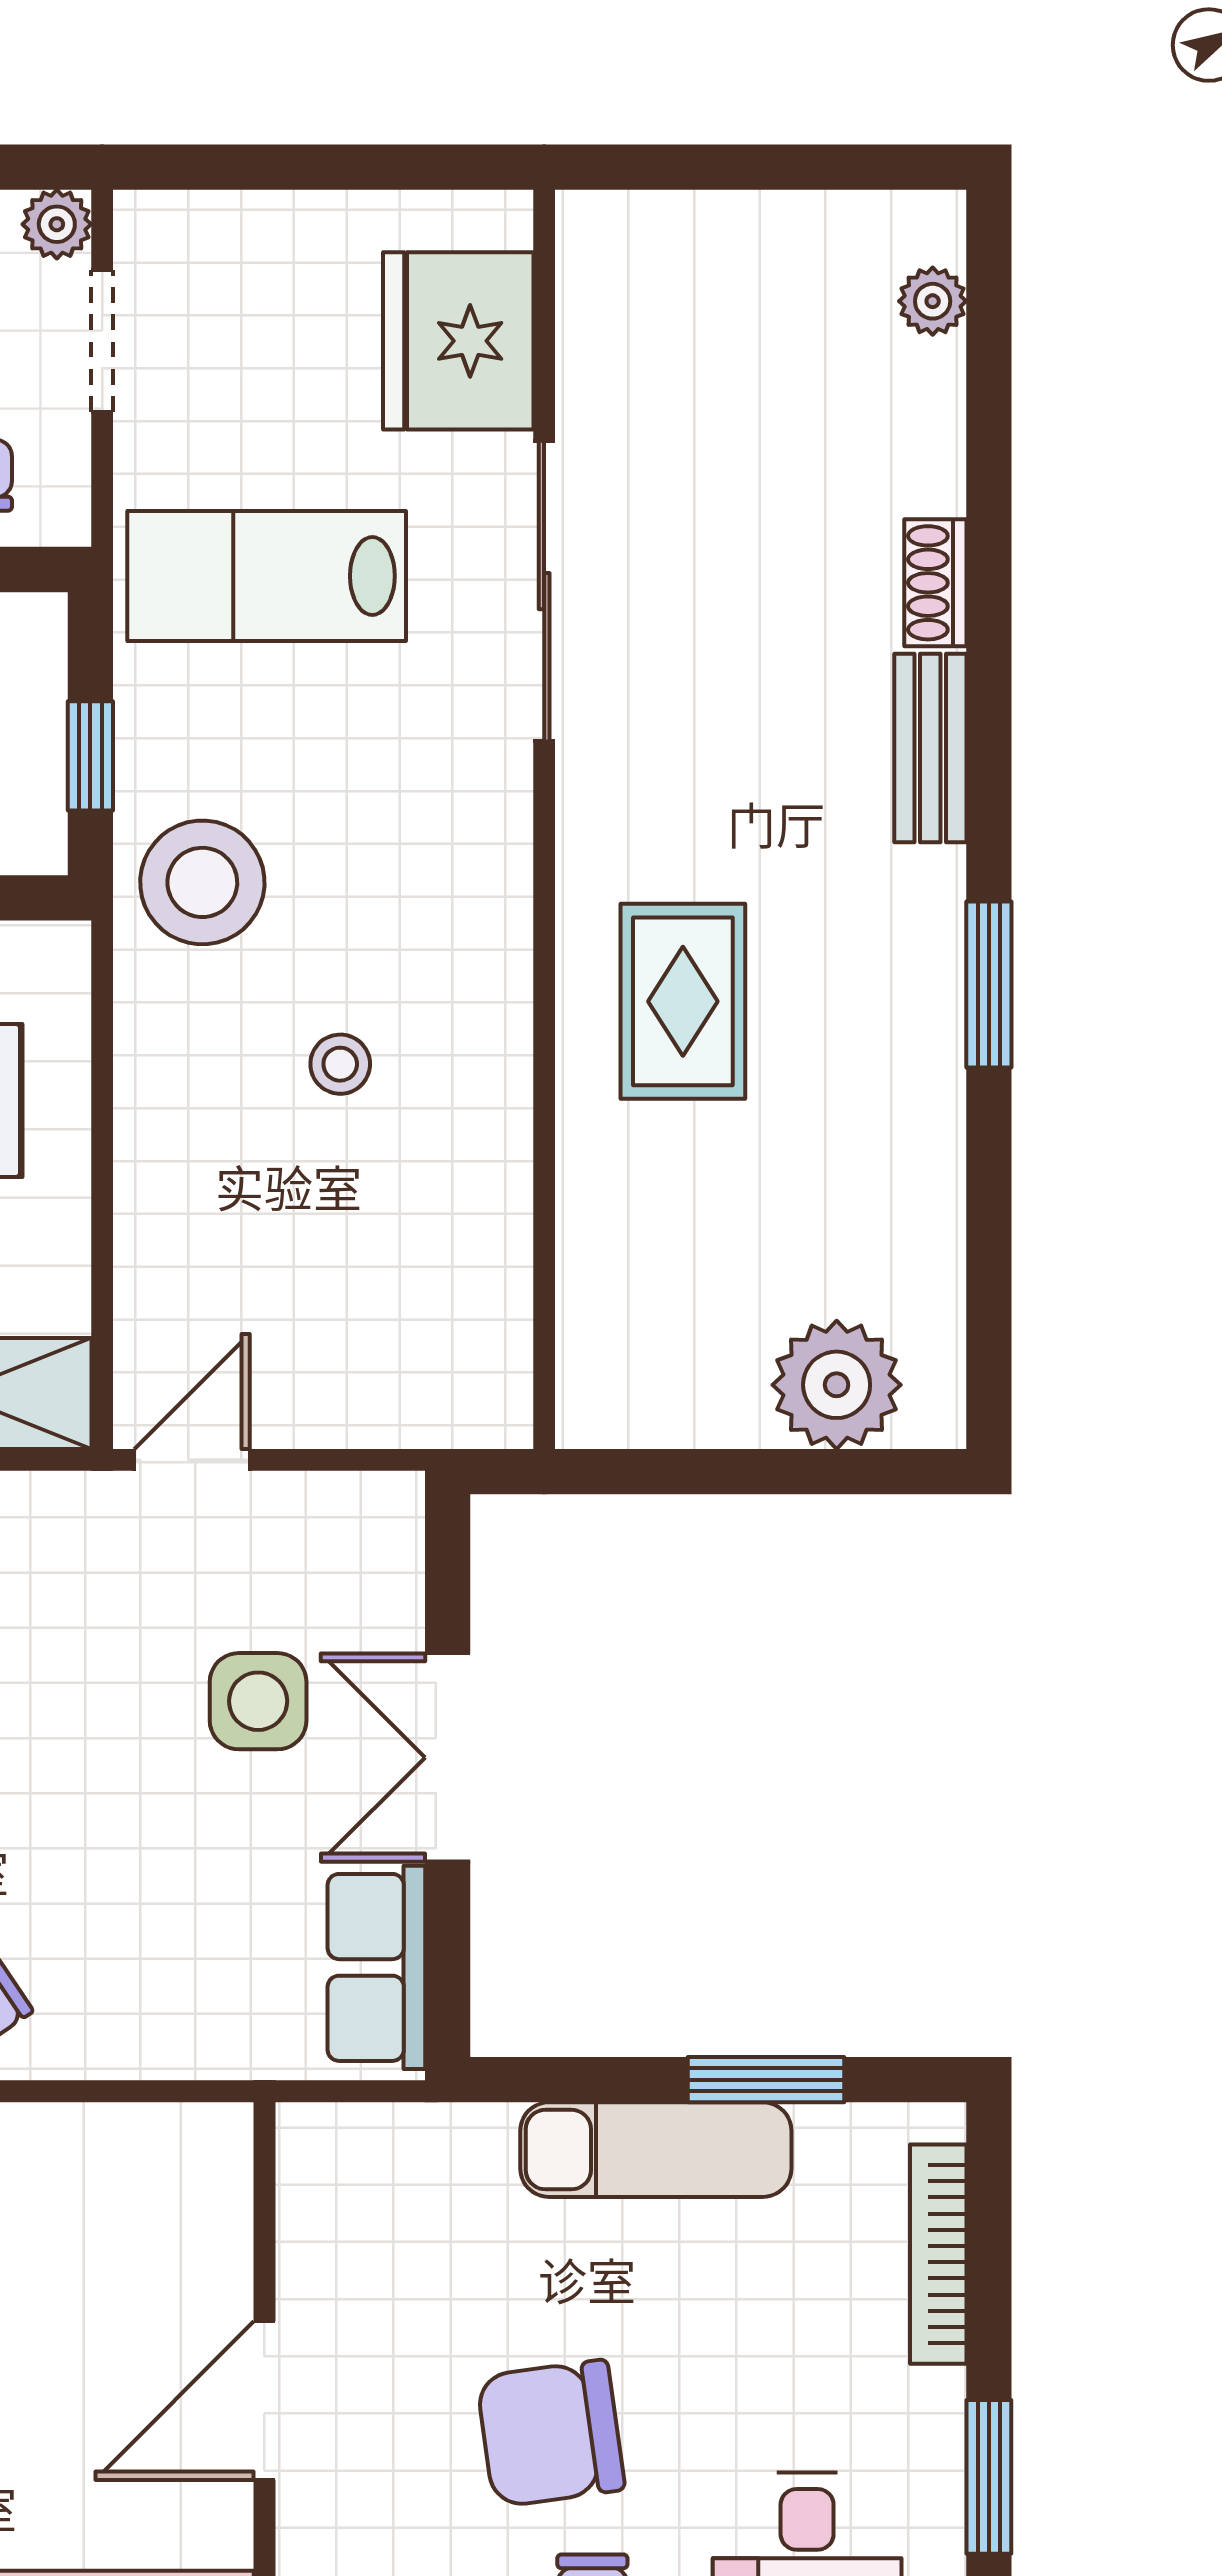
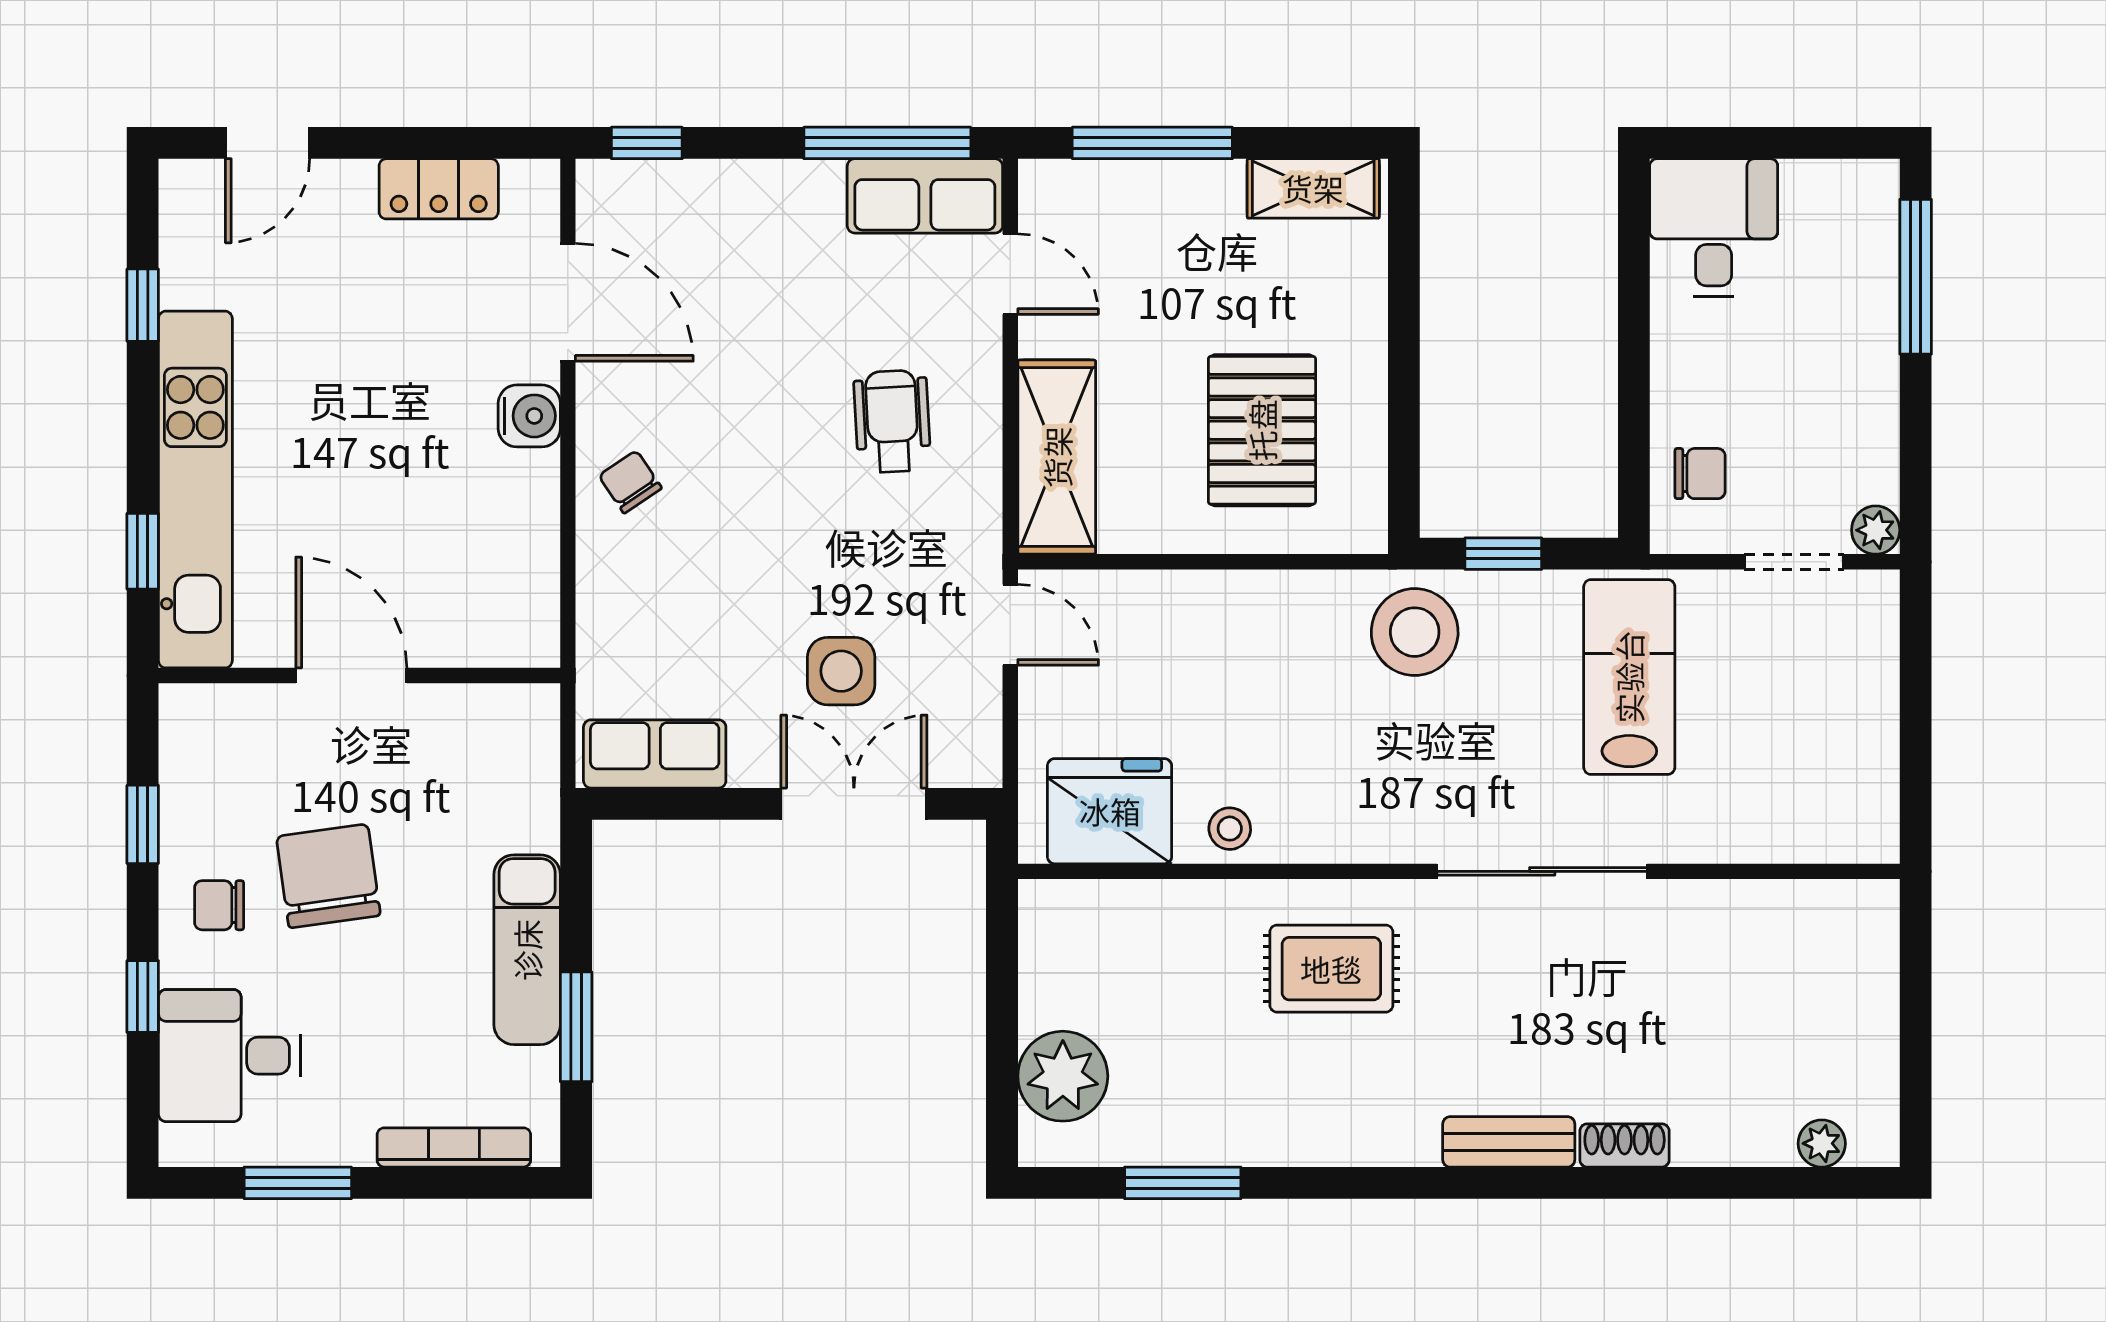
fridge: (458, 341) -> (1110, 811), moved
sliding door: (544, 591) -> (1542, 871), moved
window: (989, 985) -> (1183, 1183), moved
stool: (340, 1064) -> (1230, 829), moved
double door: (448, 1758) -> (854, 804), moved

